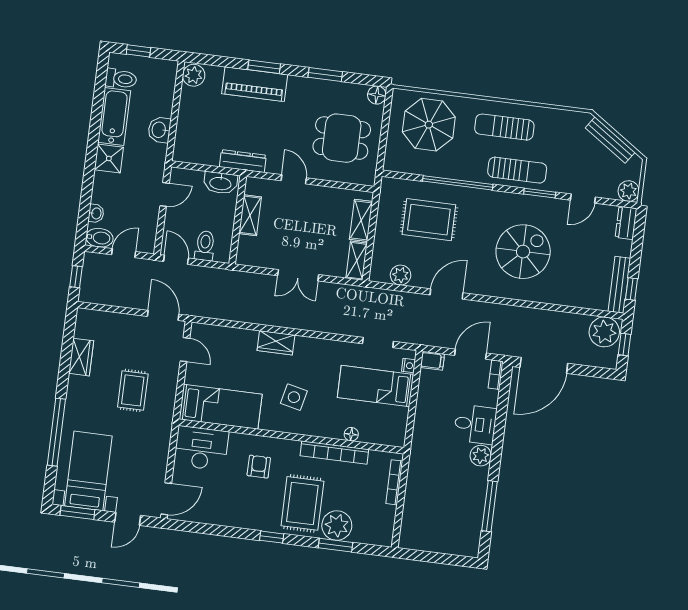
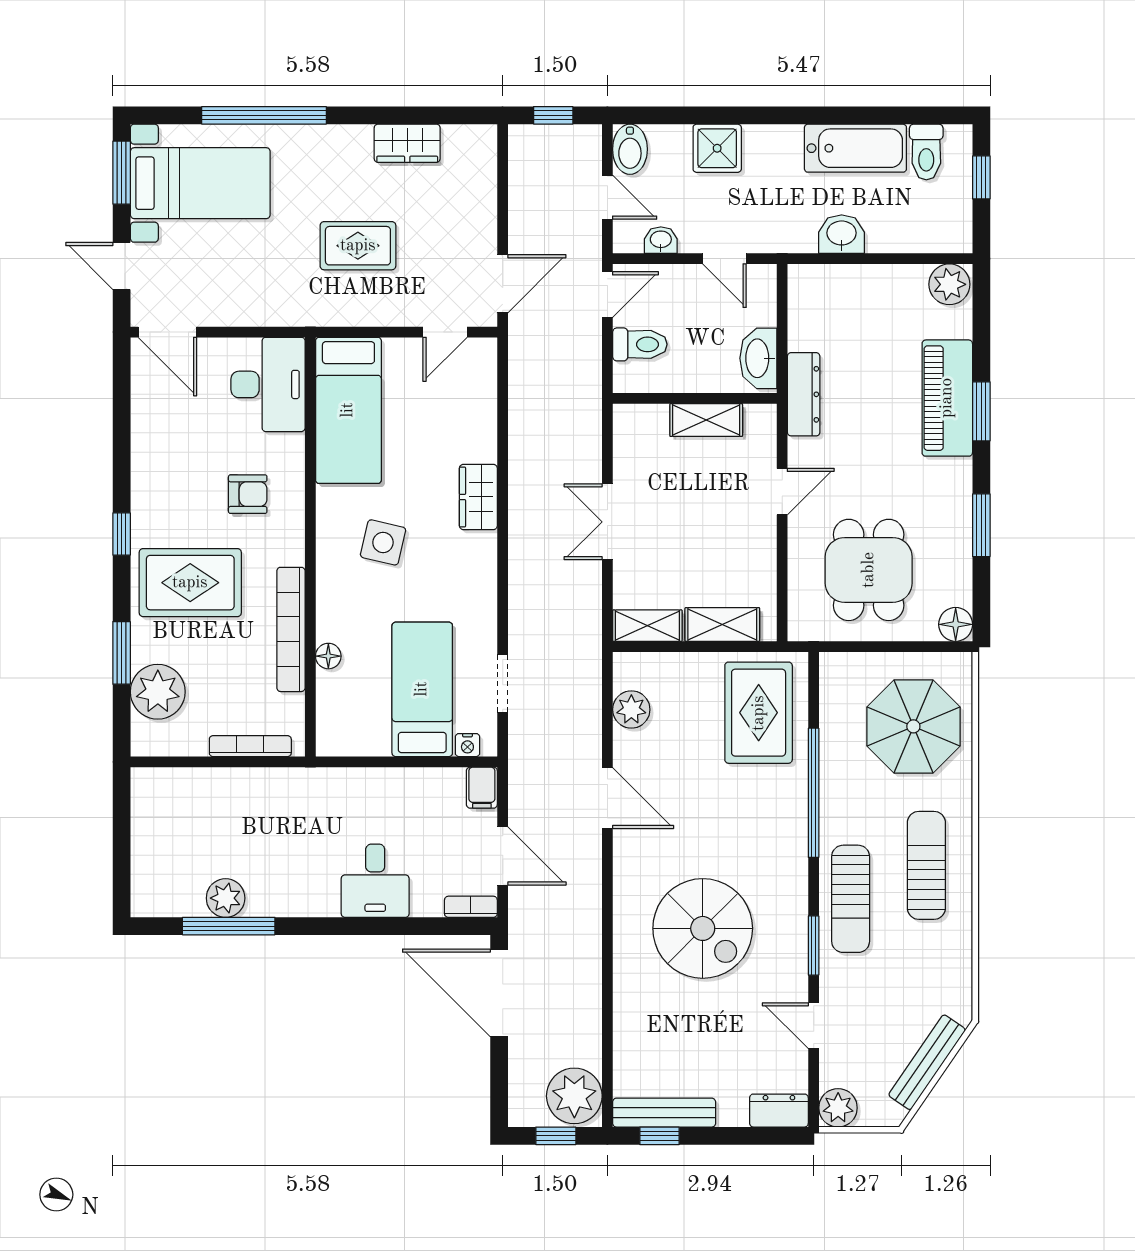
shower: (109, 158) -> (717, 148), moved
washbasin: (96, 213) -> (661, 240), moved, turned 180
rug: (429, 220) -> (759, 713), moved
plant: (481, 456) -> (226, 898), moved
plant: (337, 526) -> (158, 692), moved

